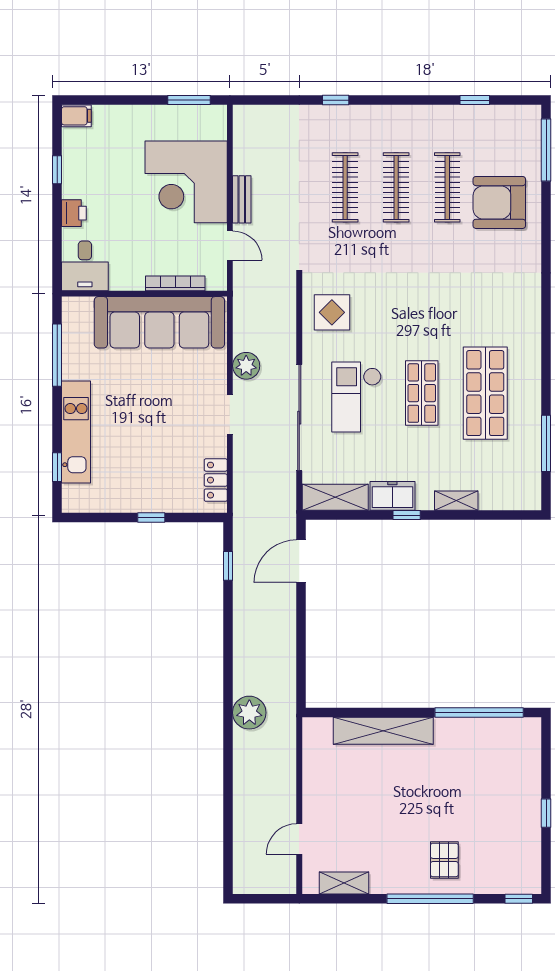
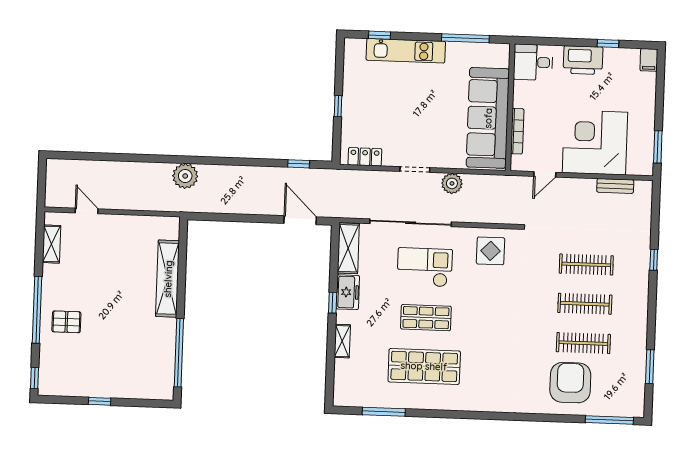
window: (475, 100) -> (650, 367), width x1.50
bench: (242, 199) -> (615, 186), moved
printer: (74, 213) -> (583, 60), width x1.87, depth x1.48

